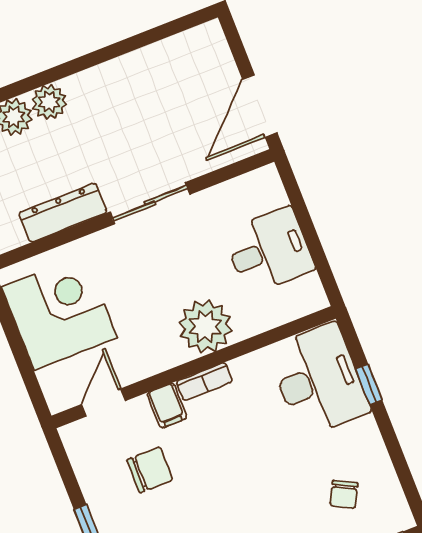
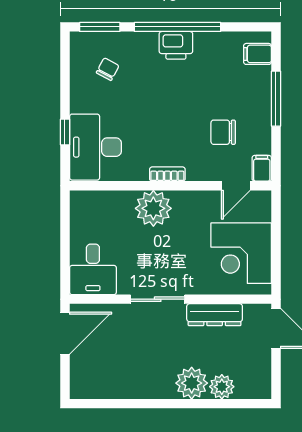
plant: (49, 102) -> (192, 383), width x1.36, depth x1.36
desk: (269, 251) -> (93, 269), moved, turned -90
filing cabinet: (167, 406) -> (262, 168), moved

